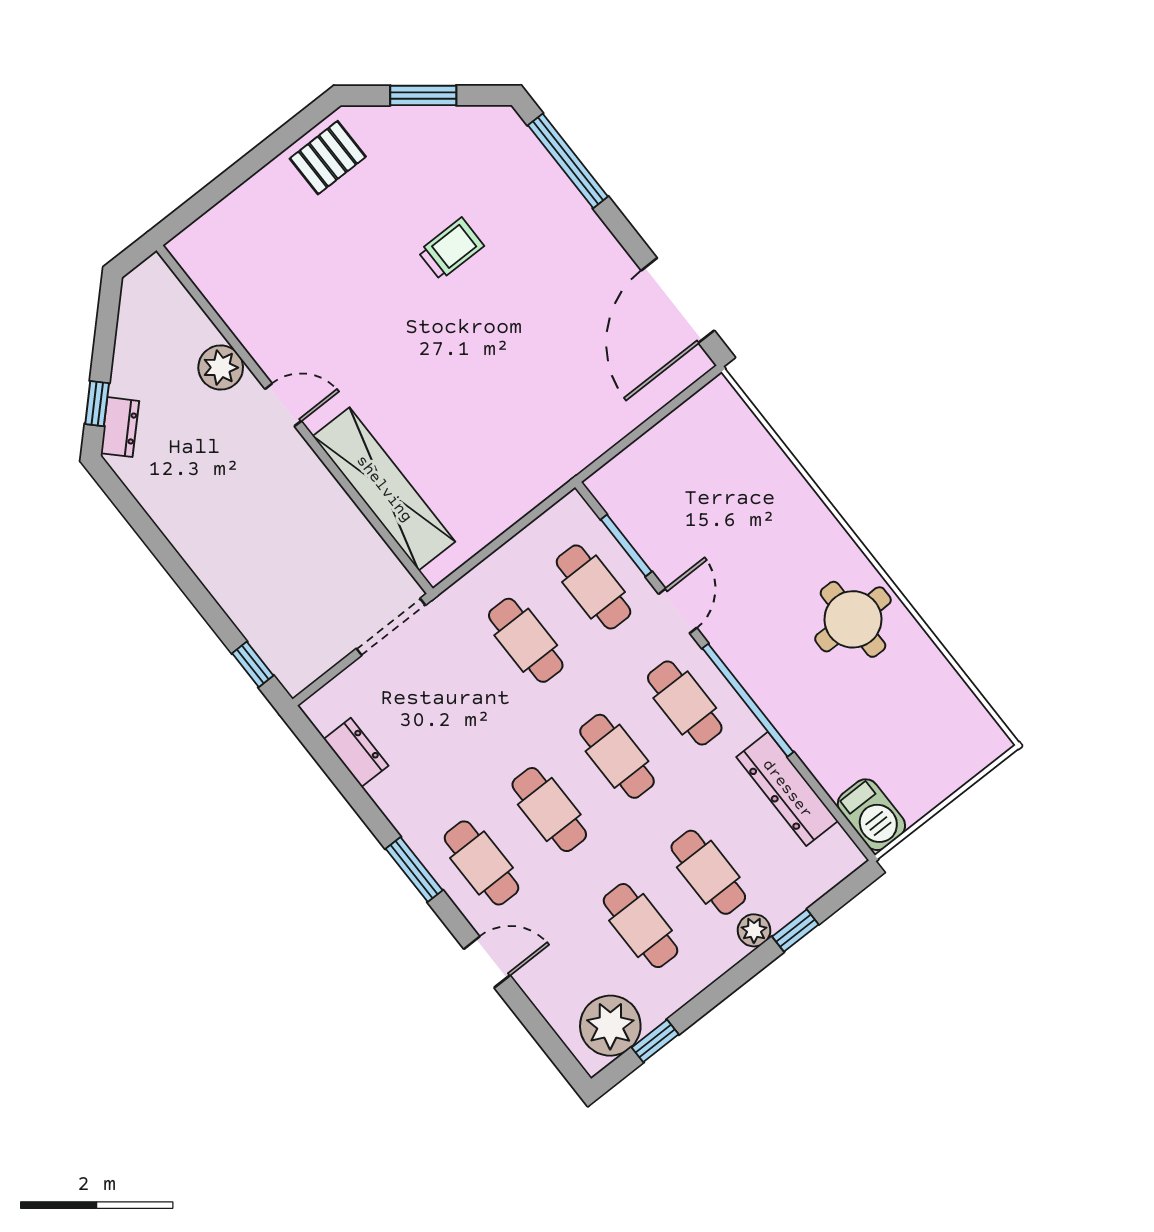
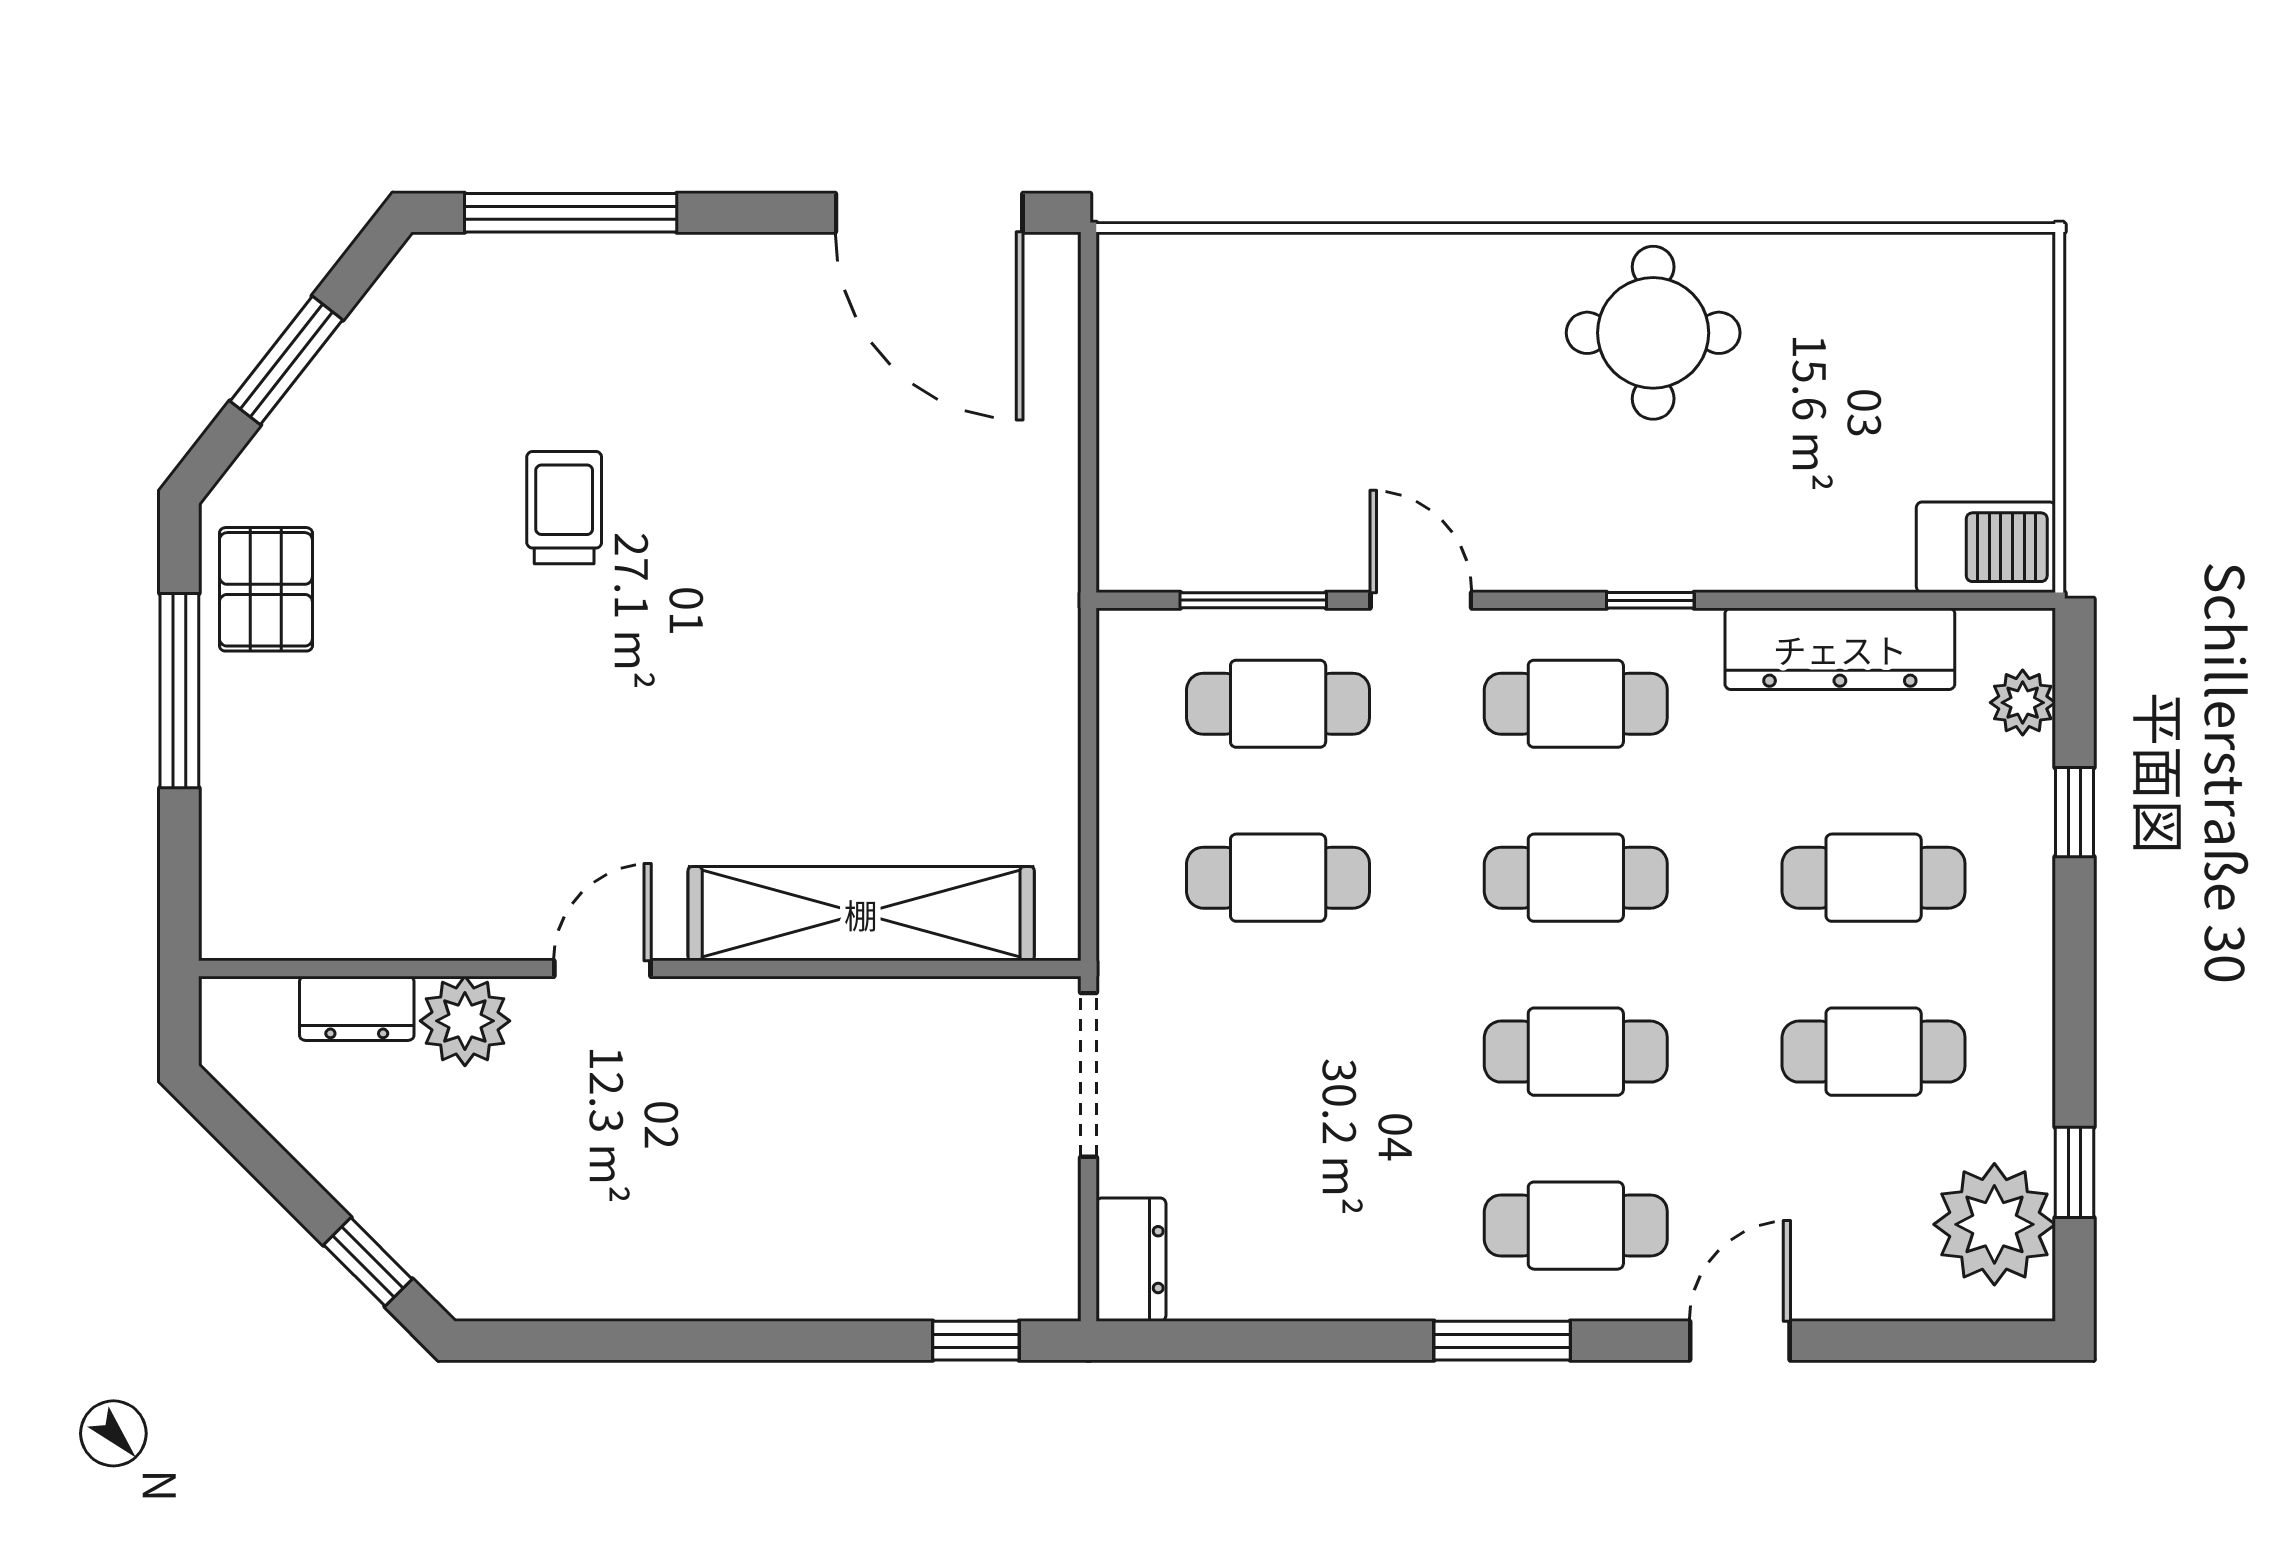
window: (262, 155) -> (179, 691), added
dresser: (120, 427) -> (357, 1008), moved, turned 135
window: (748, 700) -> (1650, 600), width x0.32
dresser: (356, 752) -> (1131, 1260), moved, turned 90
plant: (754, 930) -> (2023, 703), moved

